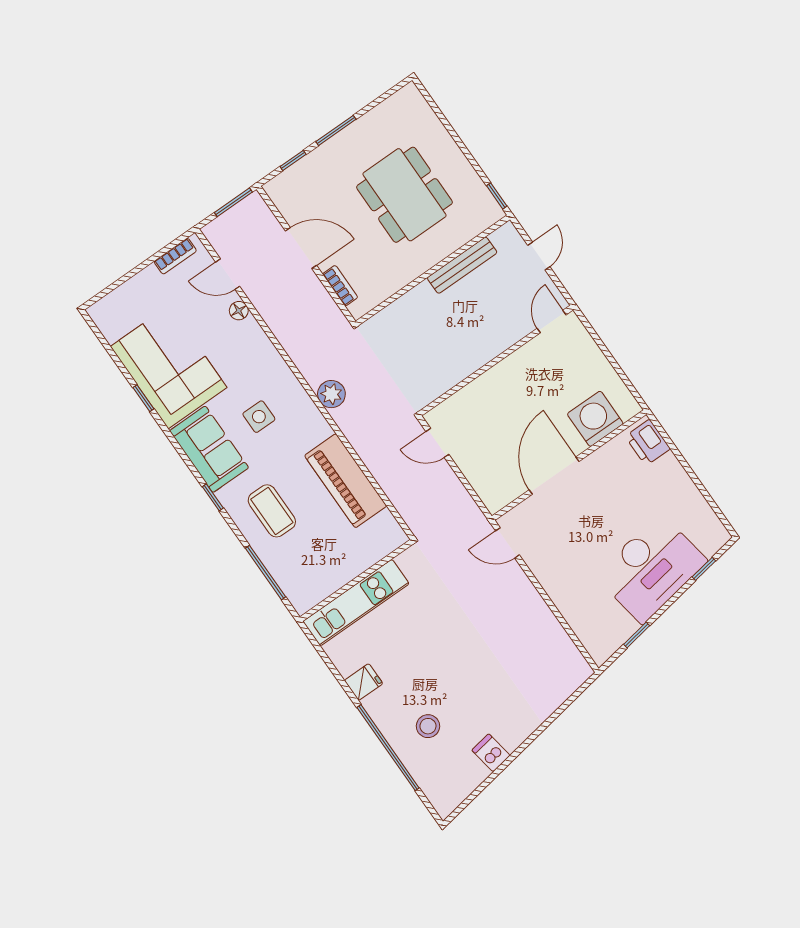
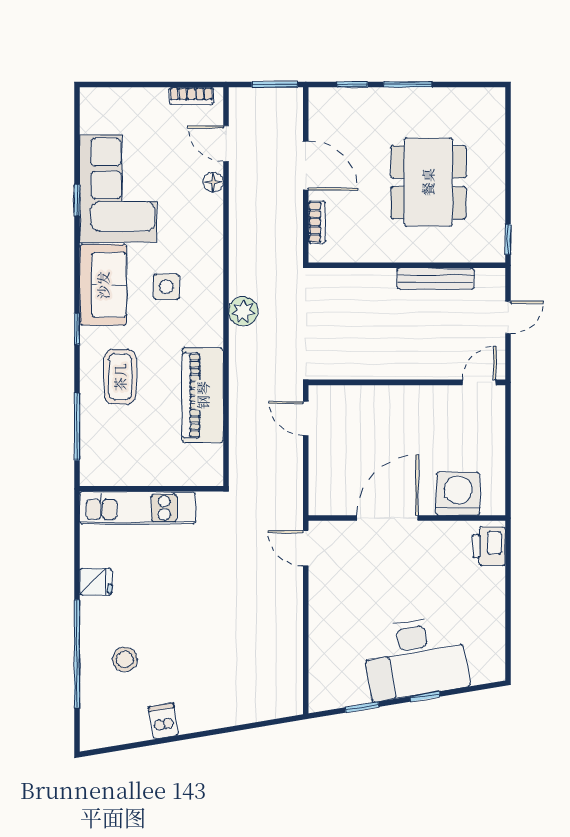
window: (704, 569) -> (425, 697), moved

